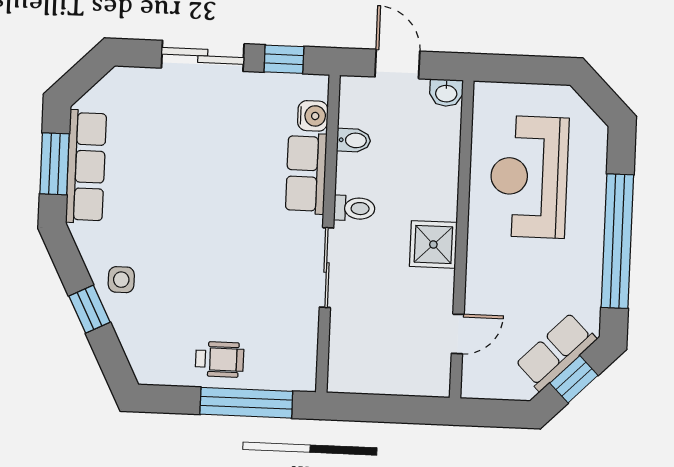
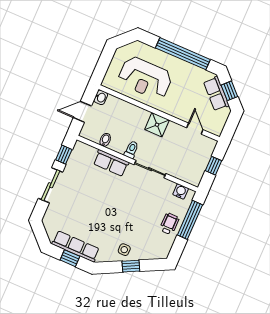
water cooler: (313, 116) -> (181, 191), moved
window: (54, 164) -> (70, 258), width x0.67
window: (390, 409) -> (214, 166), added

